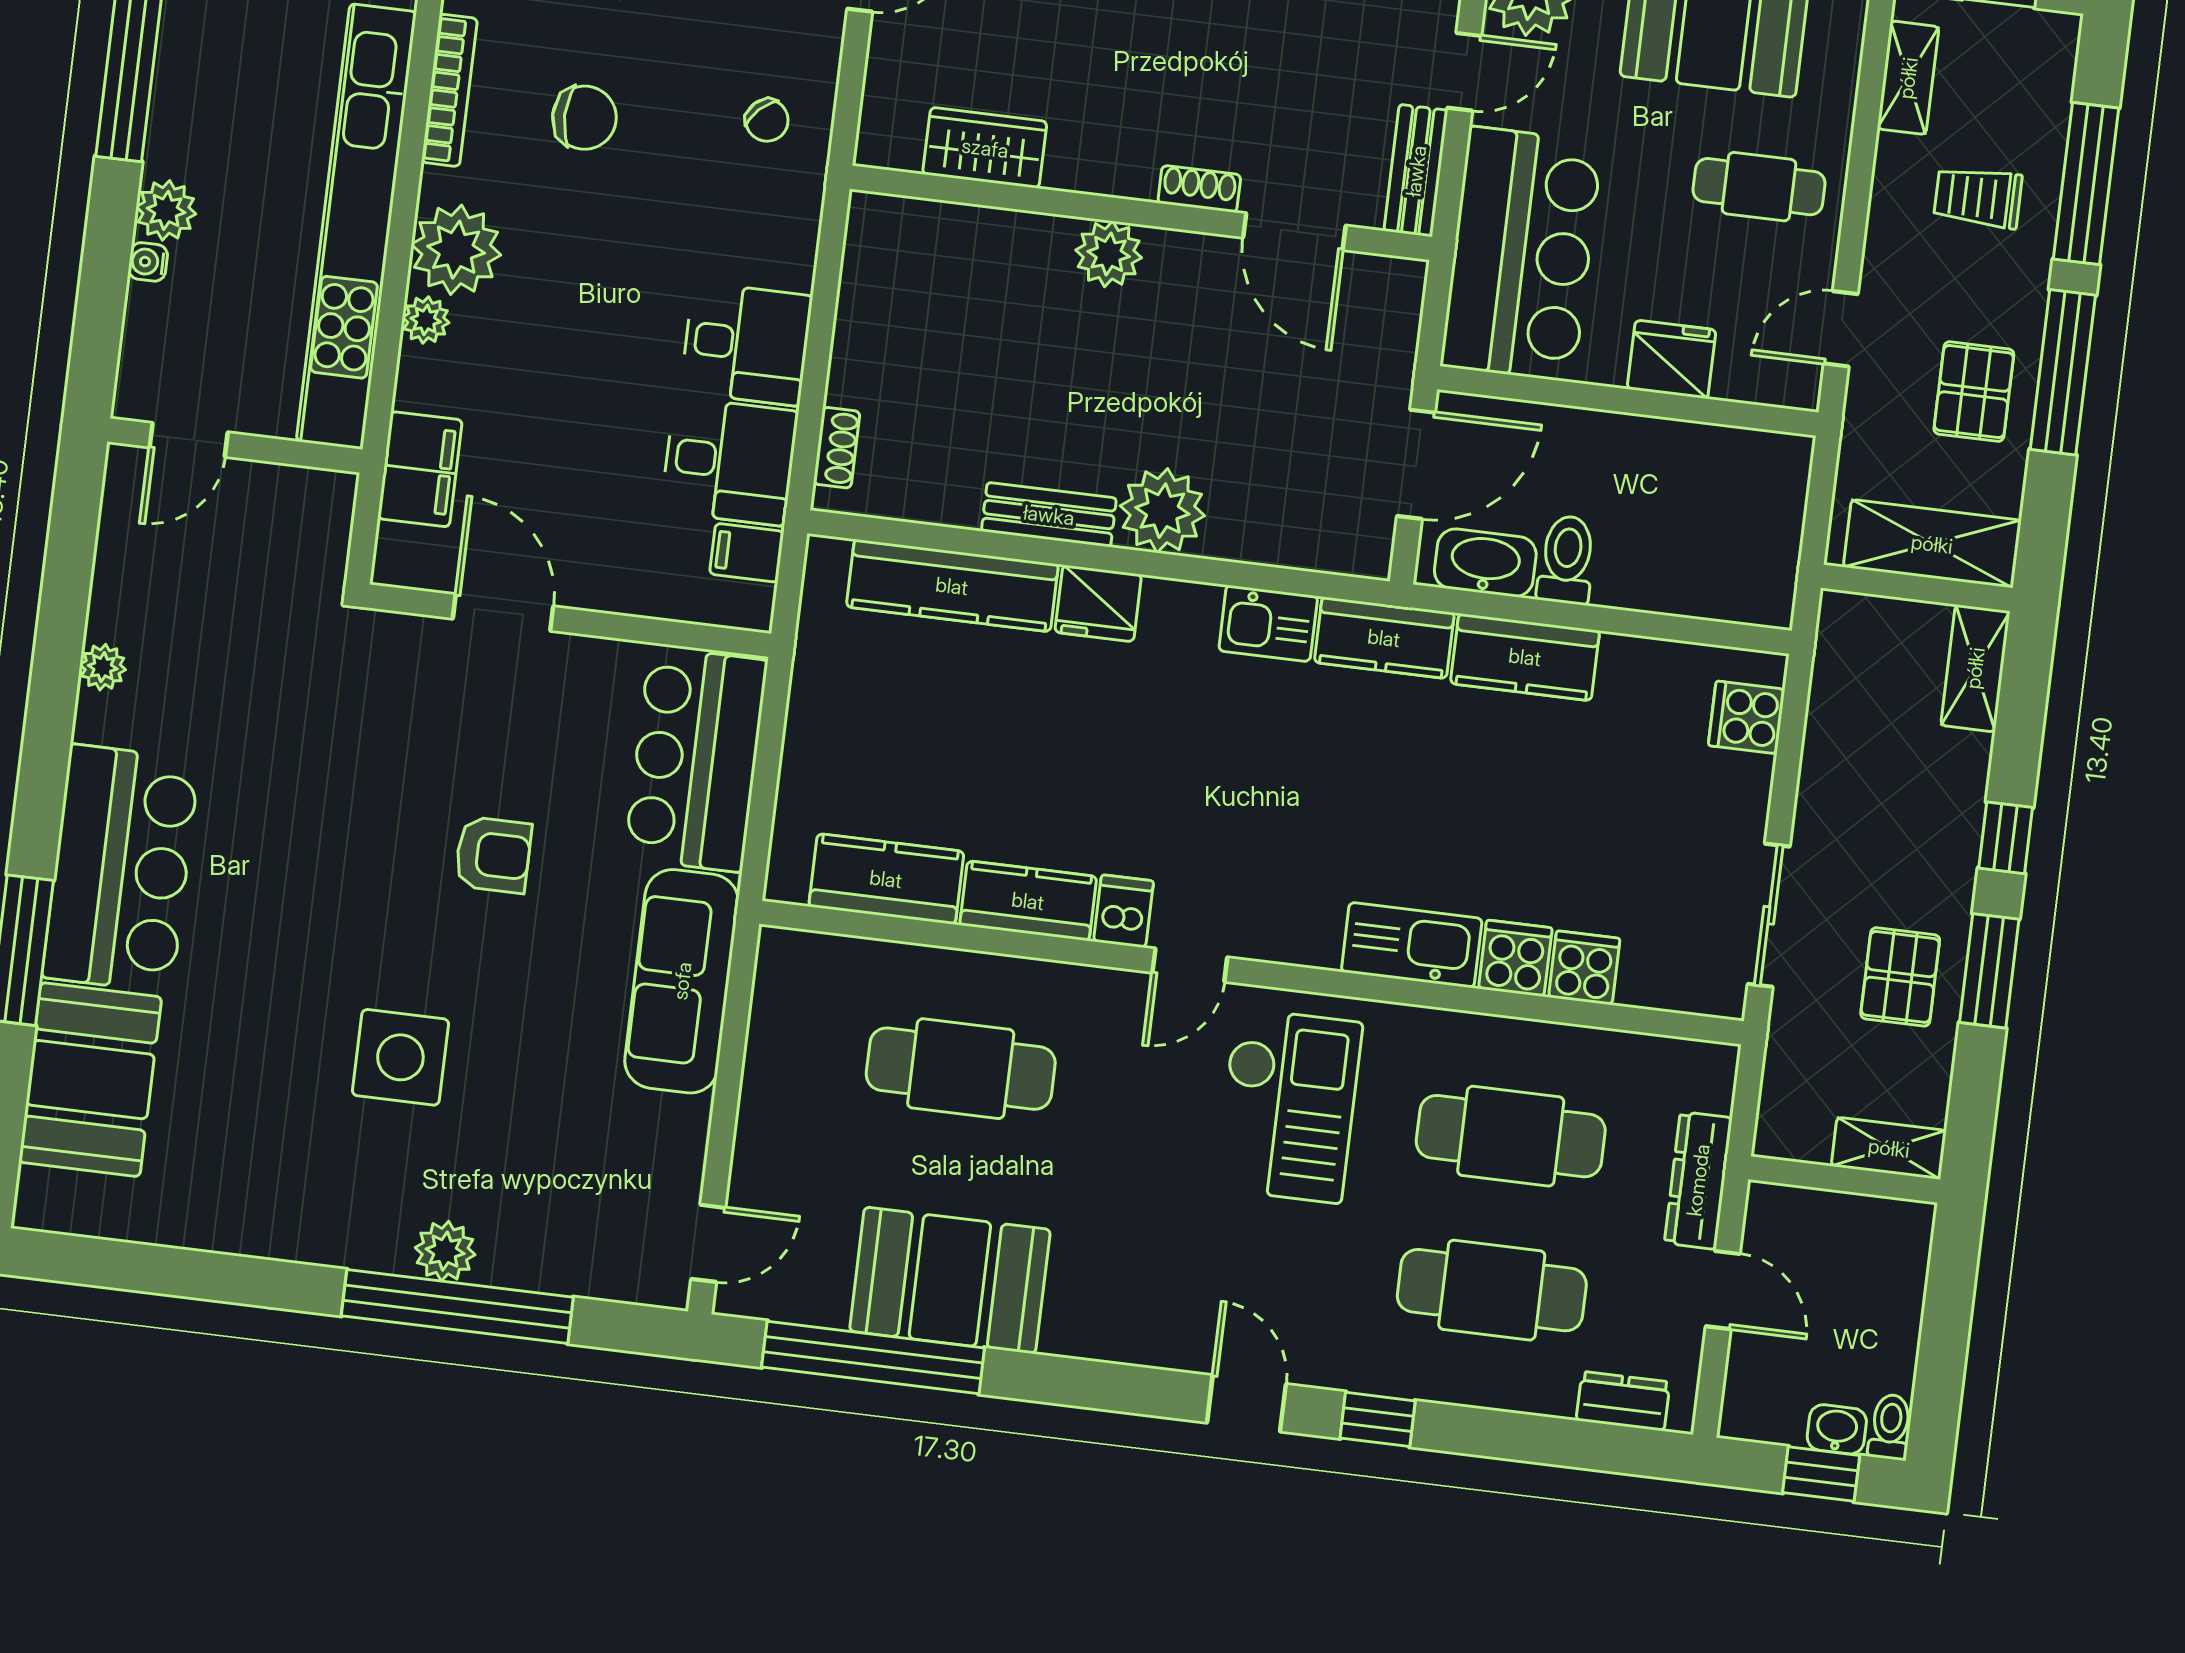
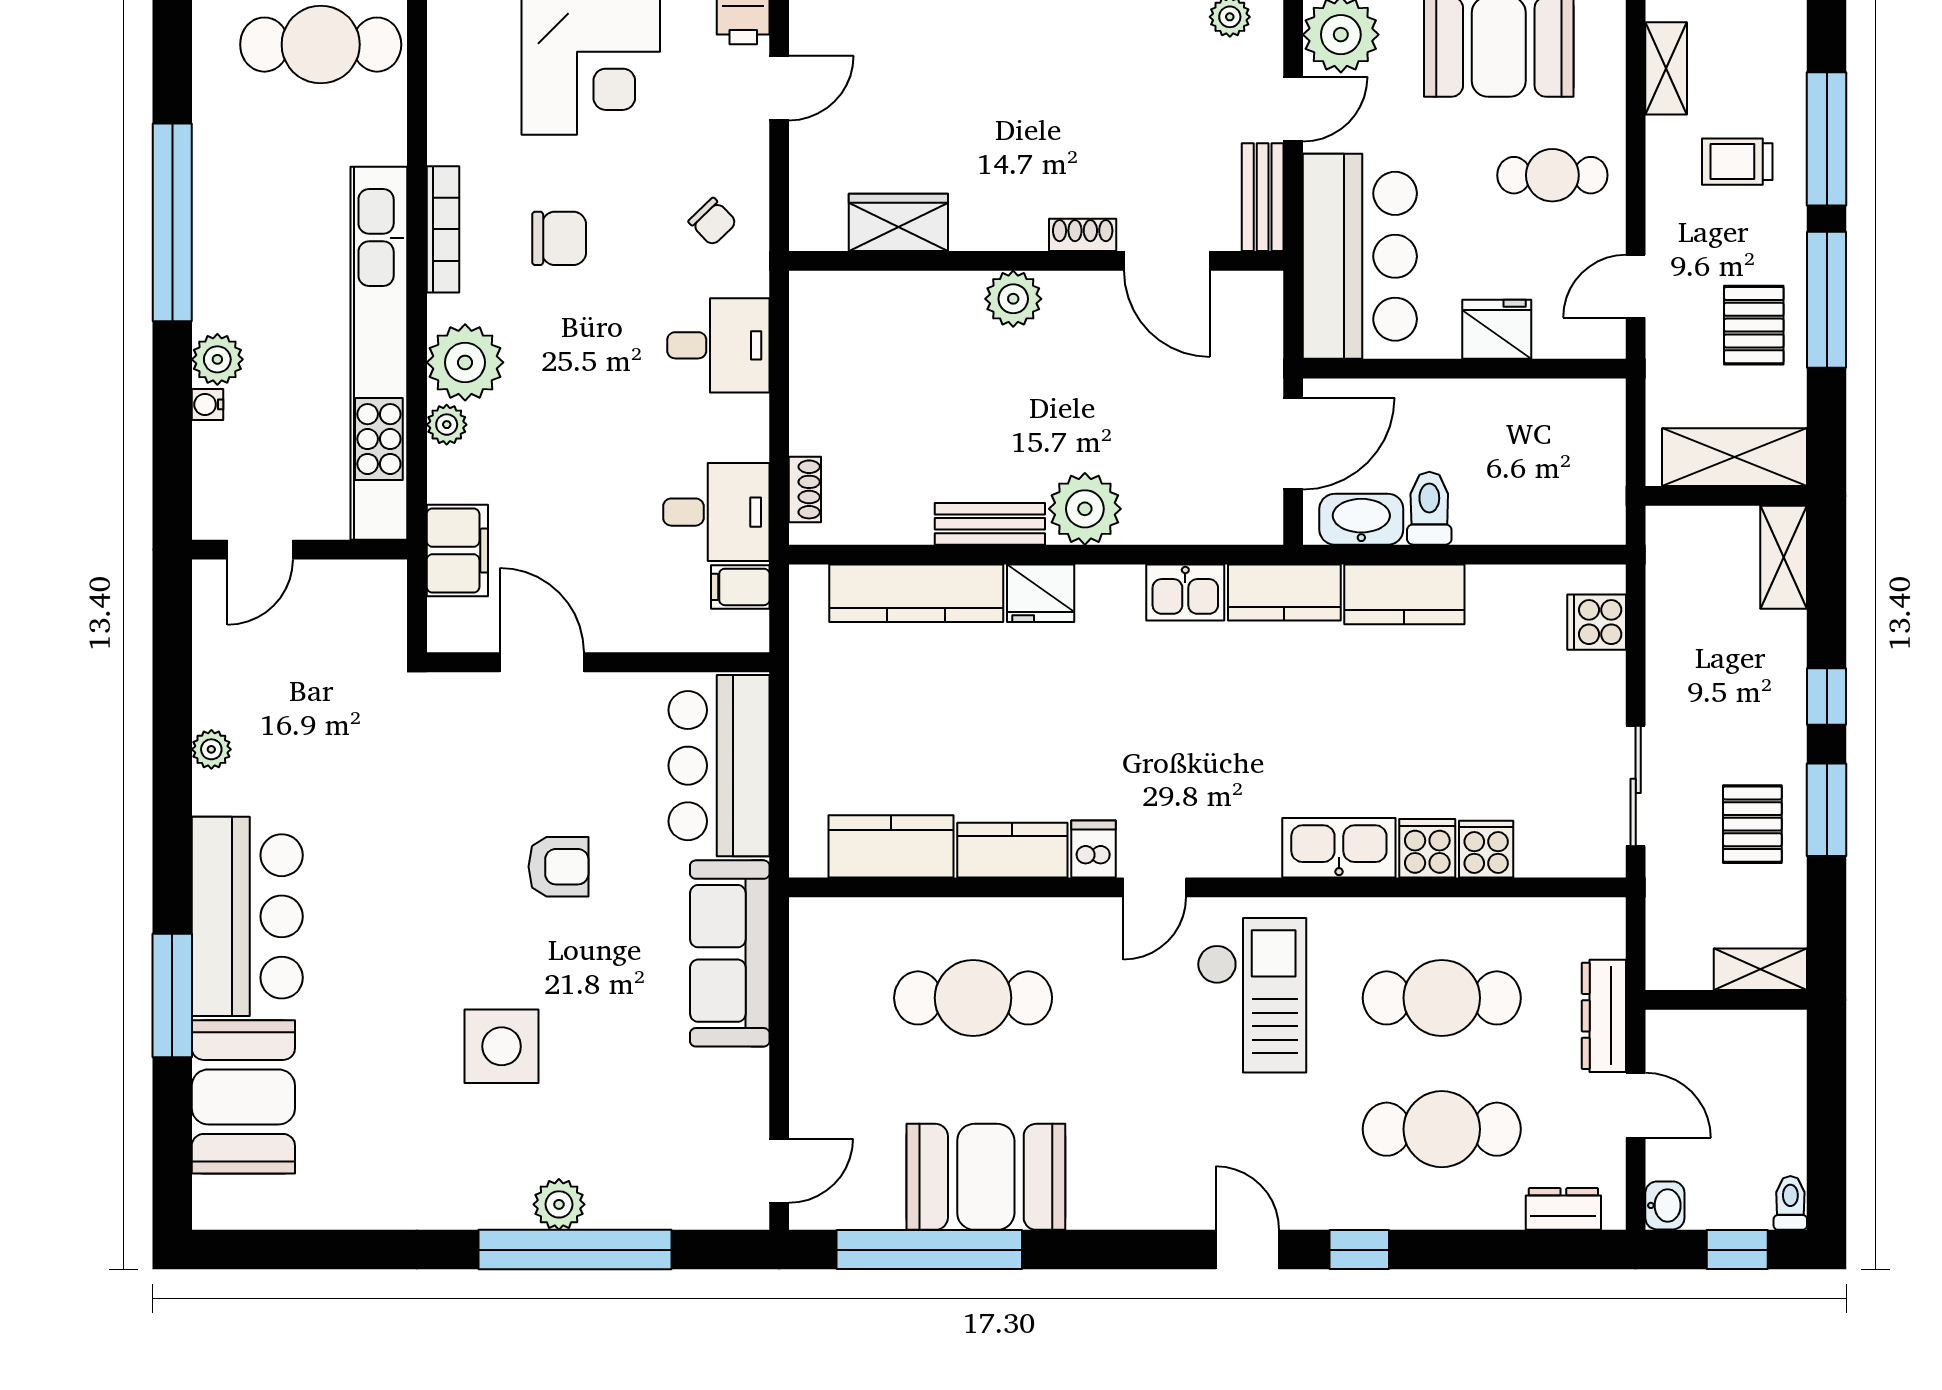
desk: (746, 344) -> (718, 345), moved
washbasin: (1837, 1429) -> (1665, 1205), moved, turned 90

